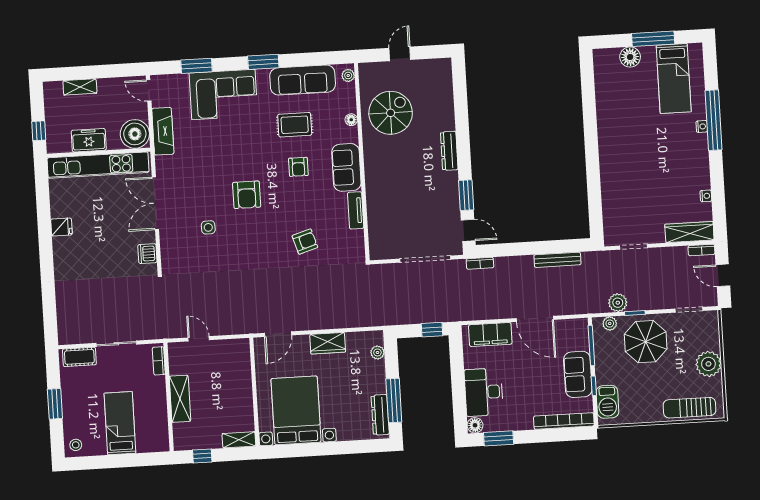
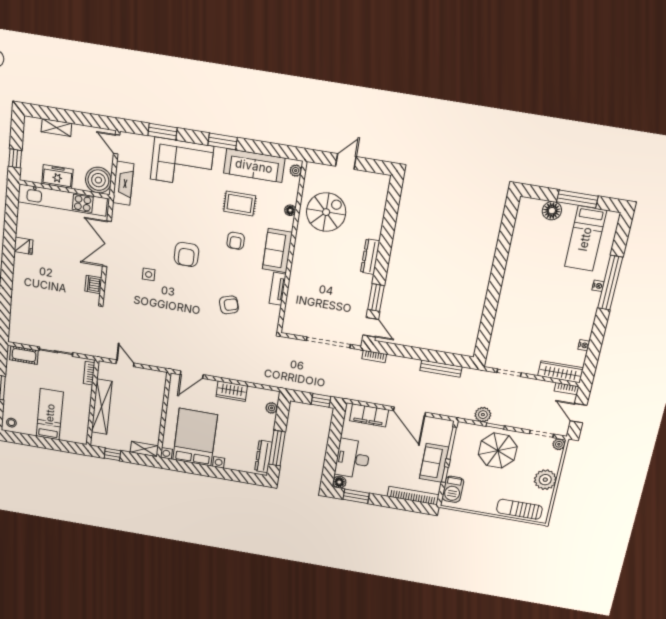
plant: (610, 323) -> (559, 444), moved
shelving: (180, 399) -> (102, 407), width x1.47

